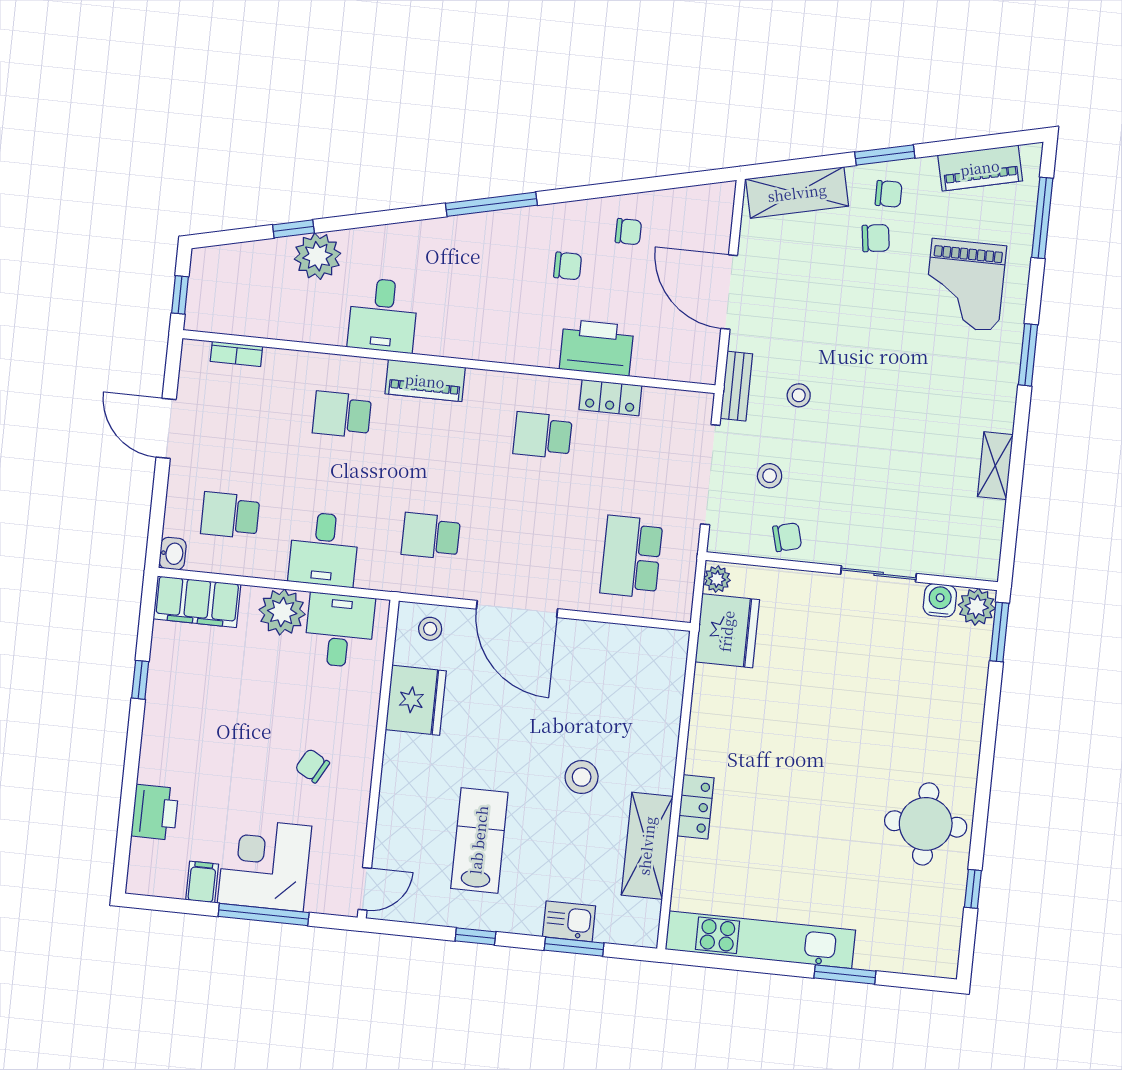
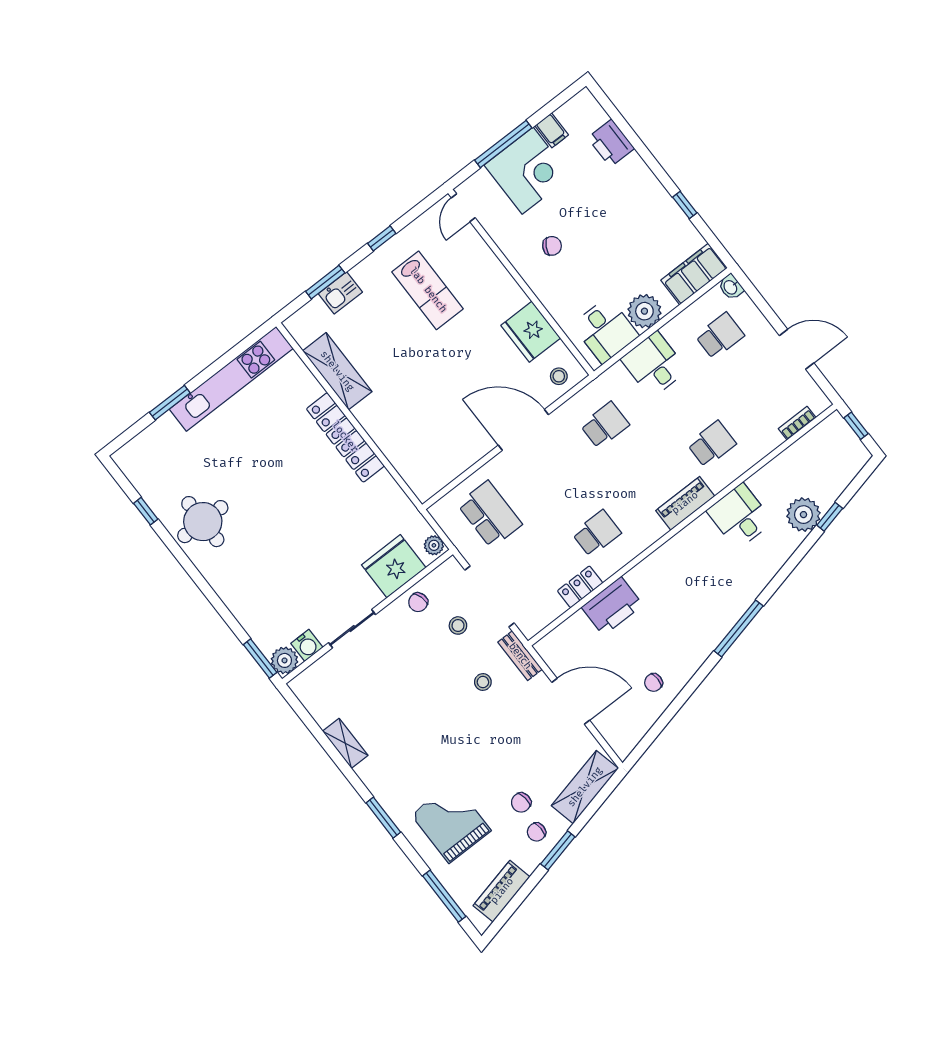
chair: (568, 266) -> (668, 634), removed
fridge: (727, 631) -> (394, 566), moved, turned 90
stool: (582, 777) -> (406, 374), removed
locker: (696, 807) -> (345, 437), width x2.16, depth x1.21

